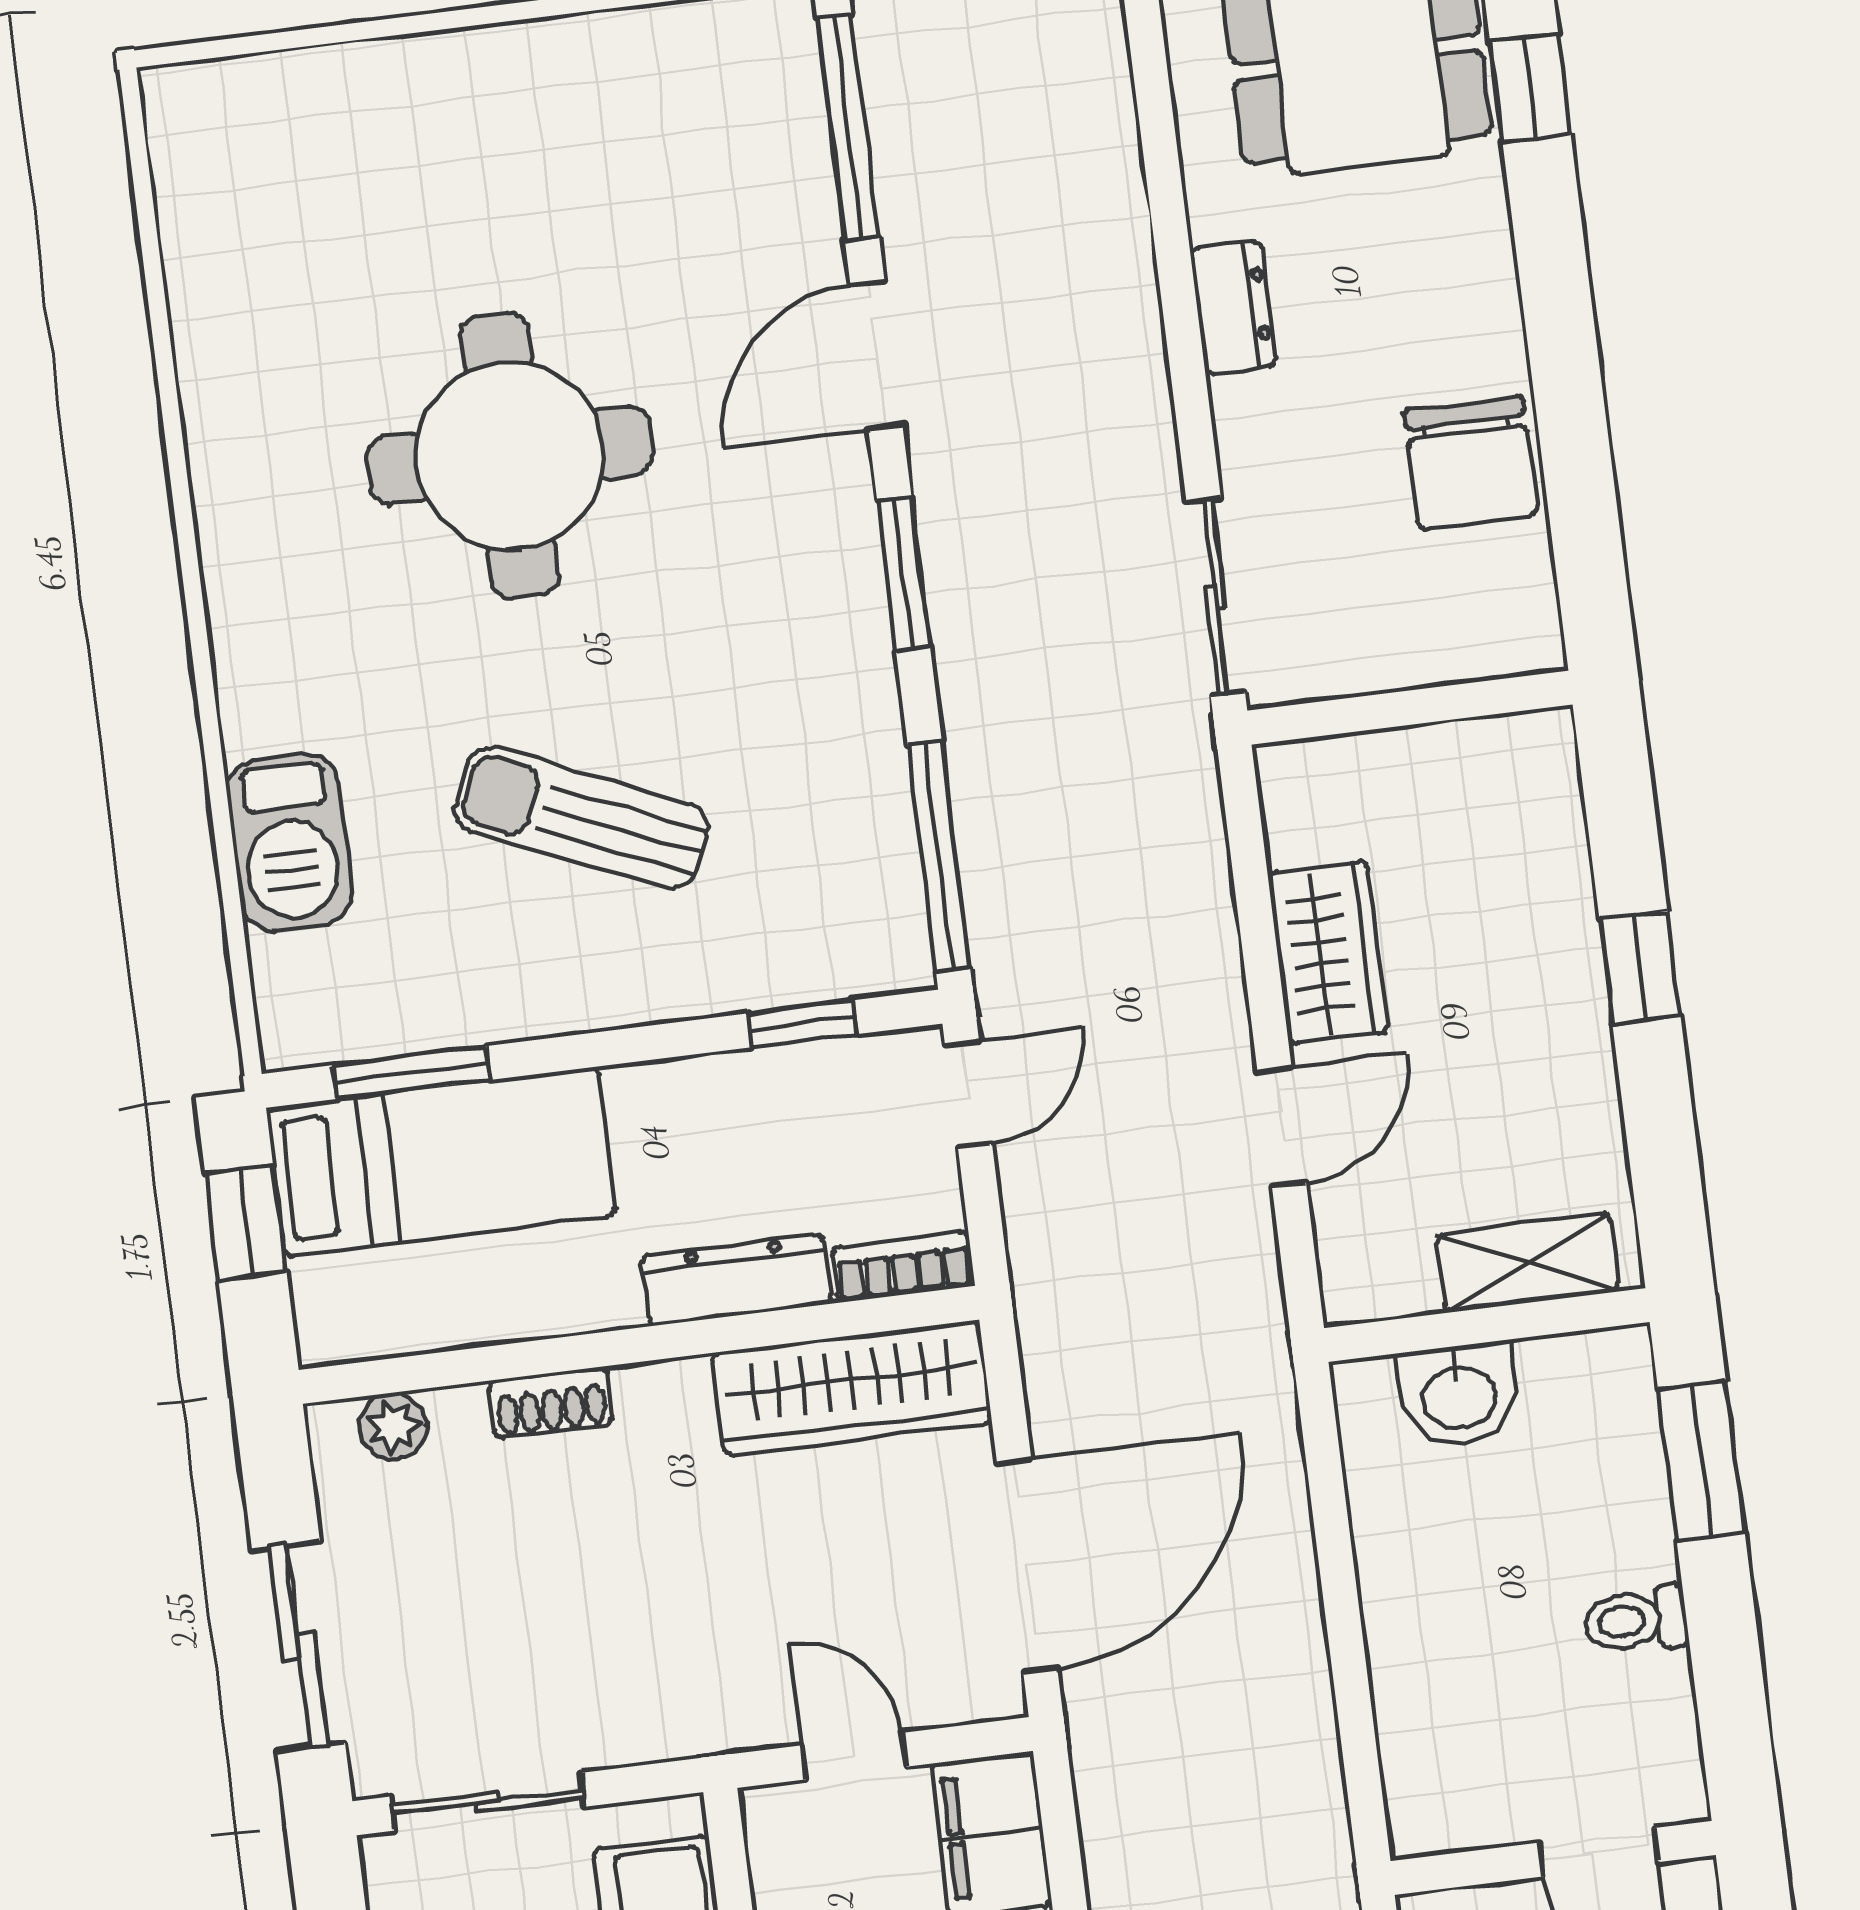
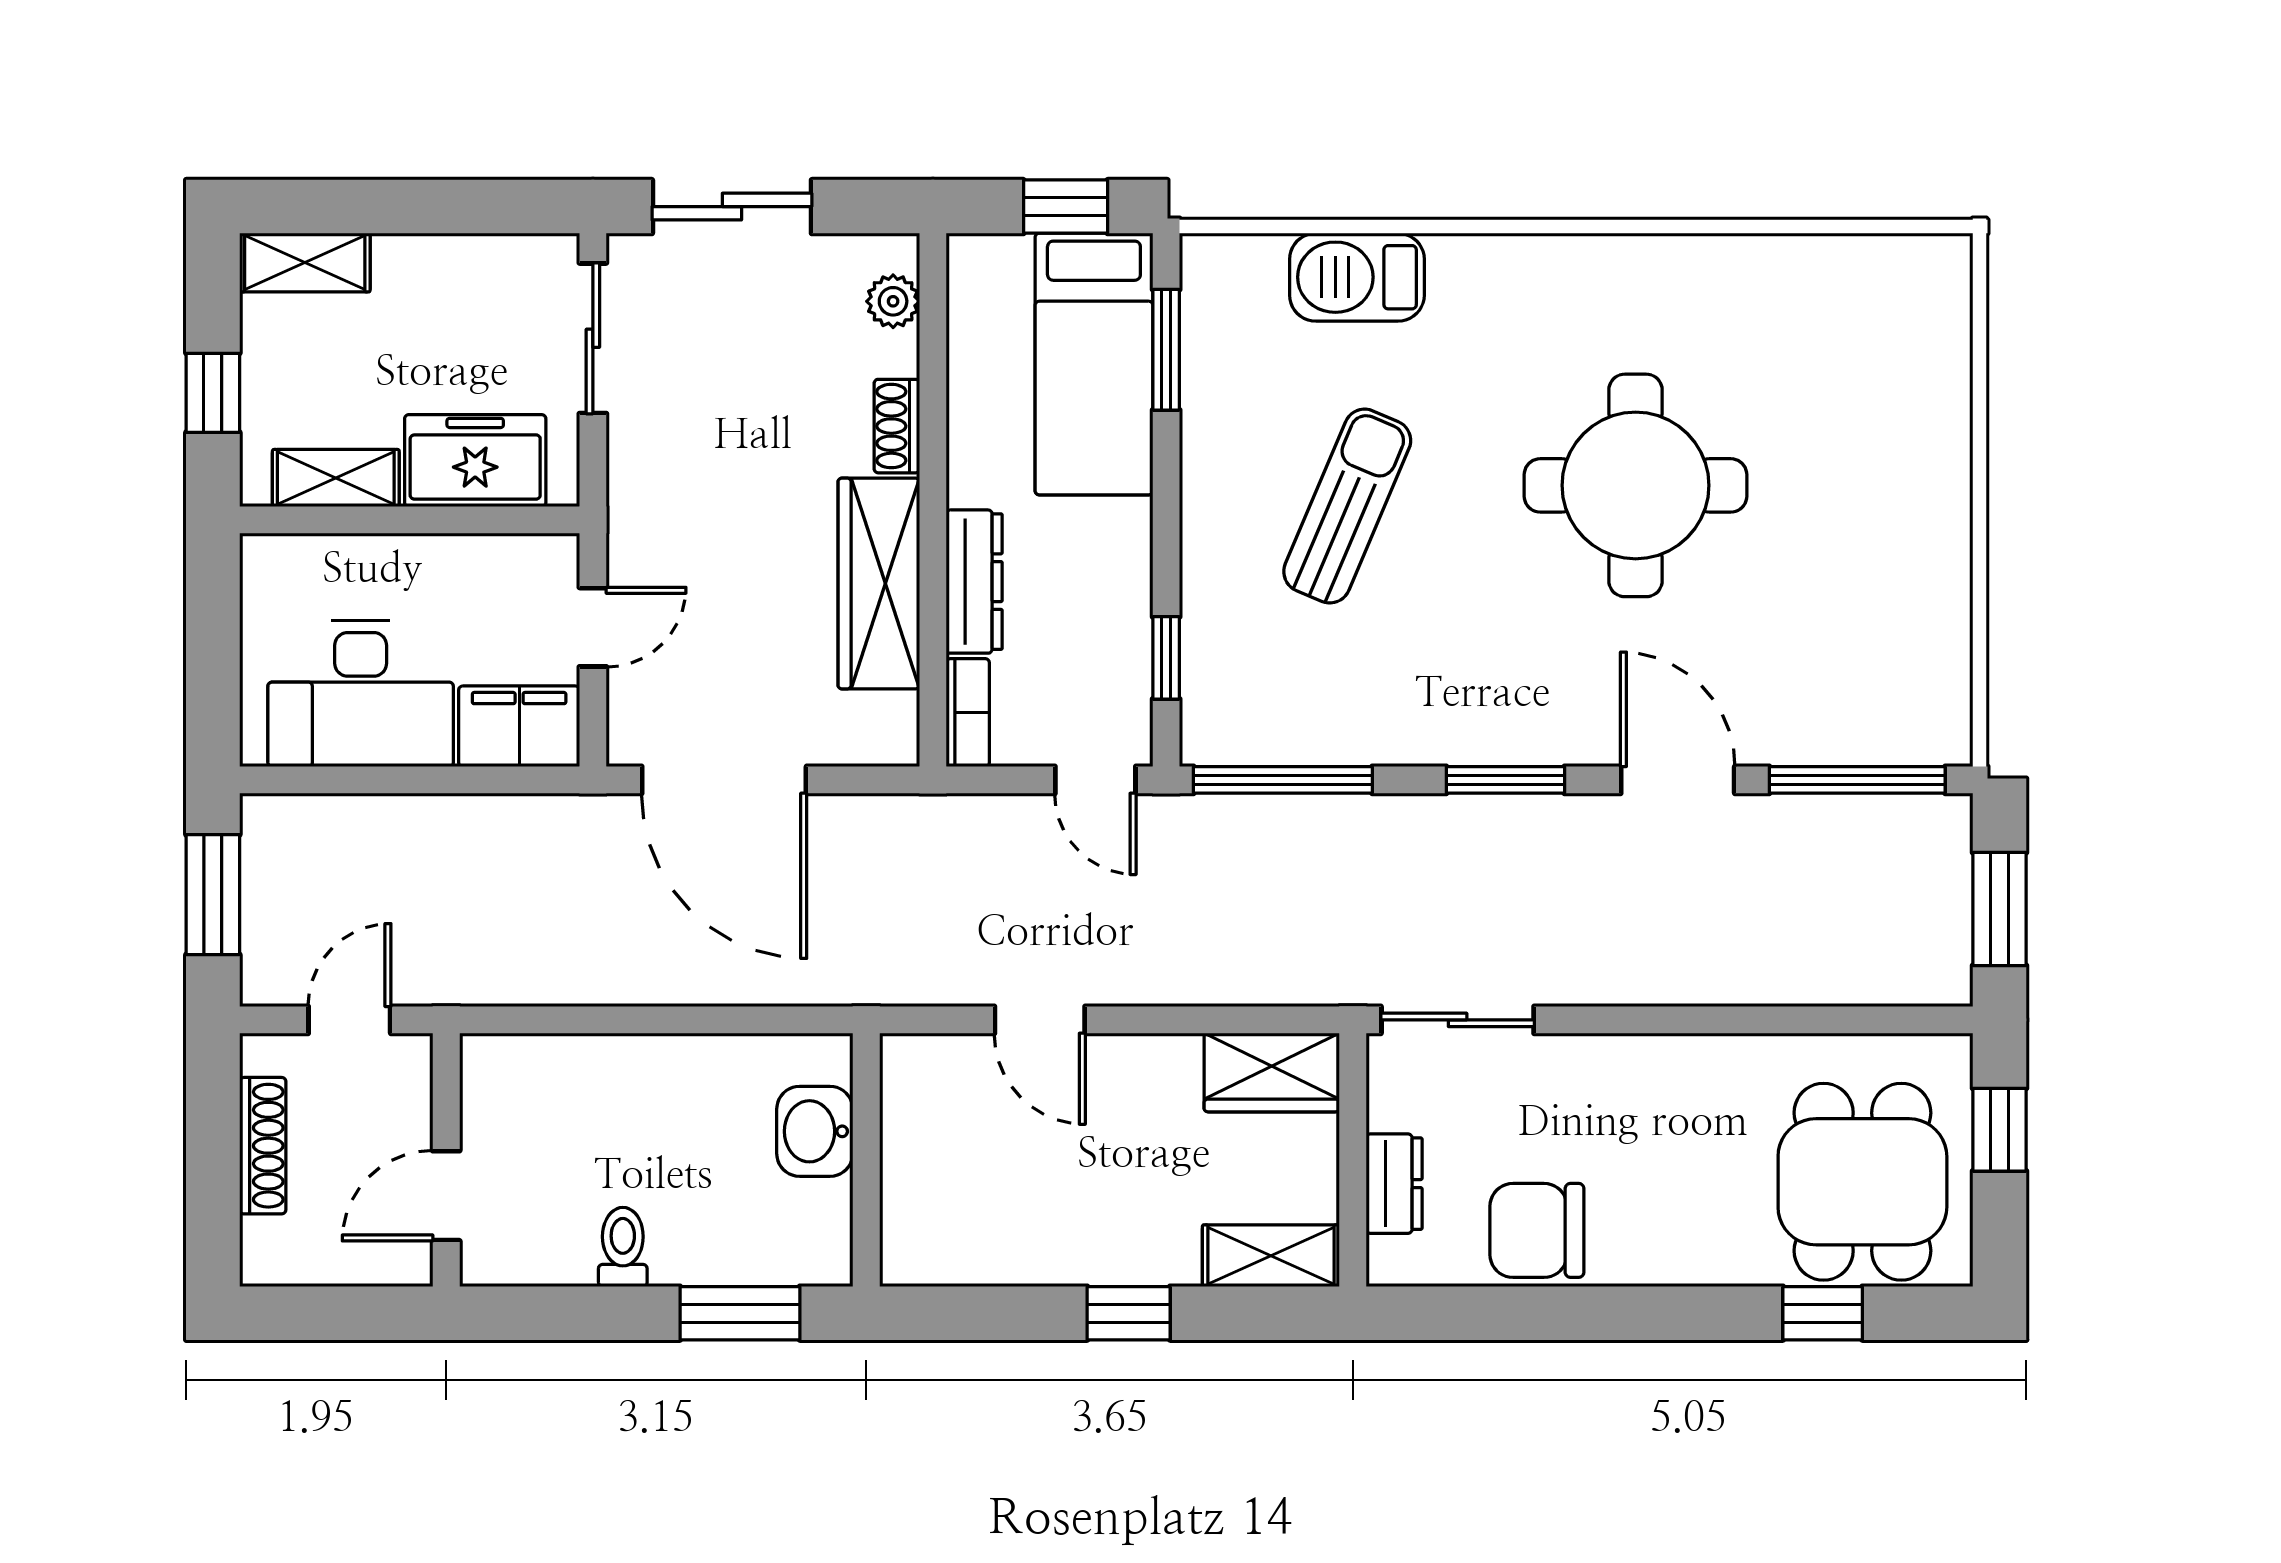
dresser: (1233, 307) -> (1394, 1184), moved, turned -90
wardrobe: (1328, 952) -> (1272, 1072), moved
shelving: (1528, 1263) -> (1271, 1256), moved, turned 90
wardrobe: (852, 1388) -> (879, 583), moved

